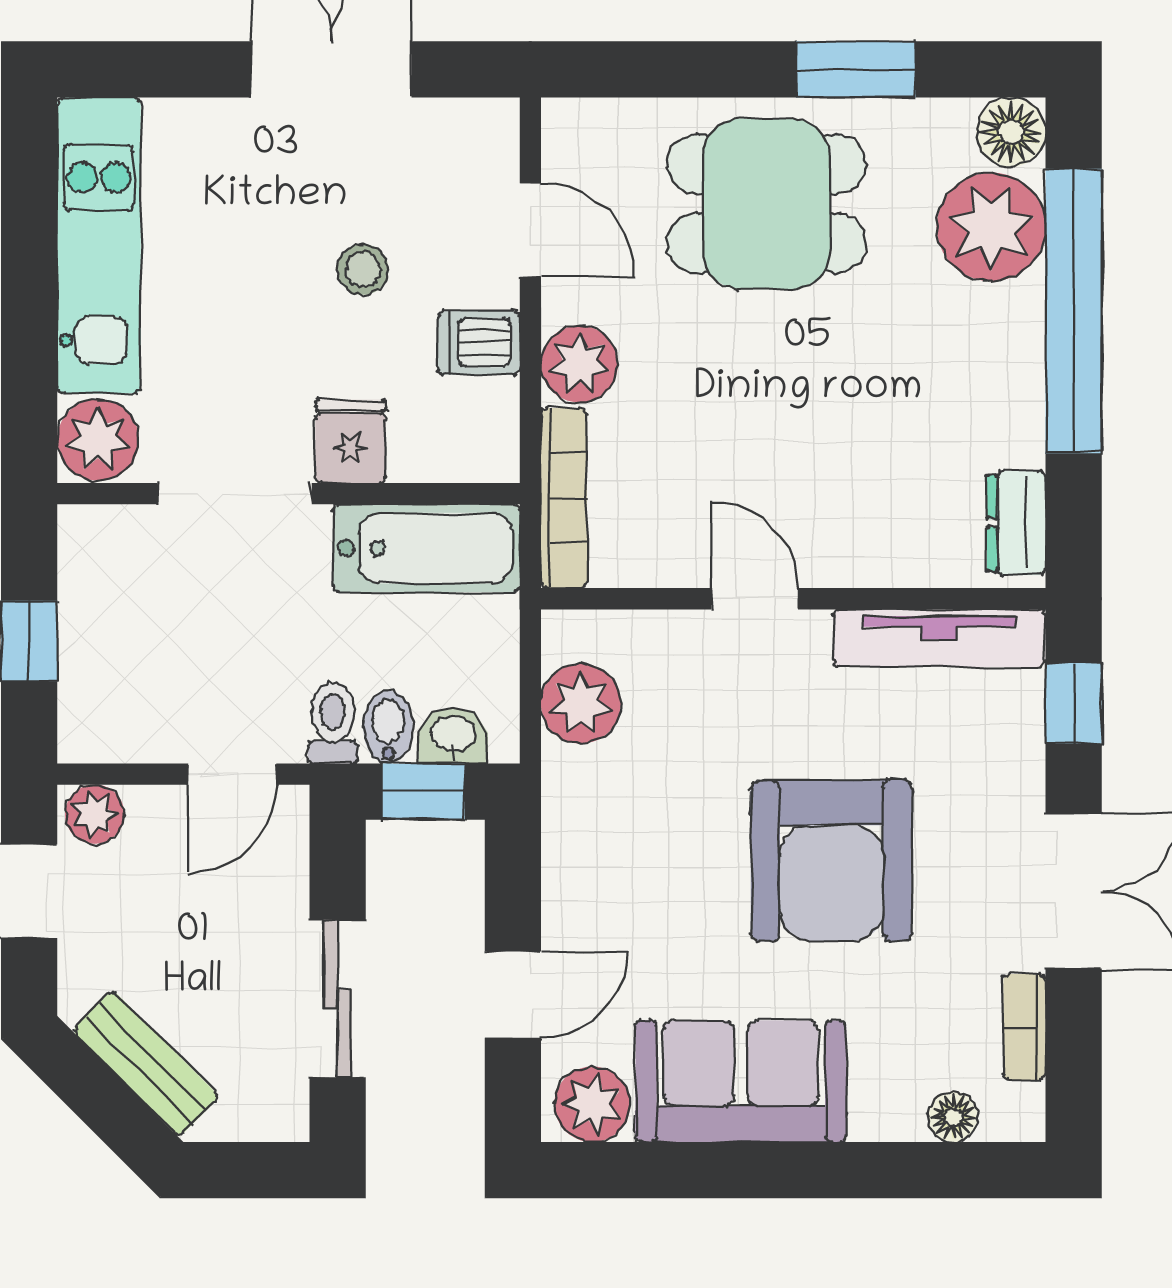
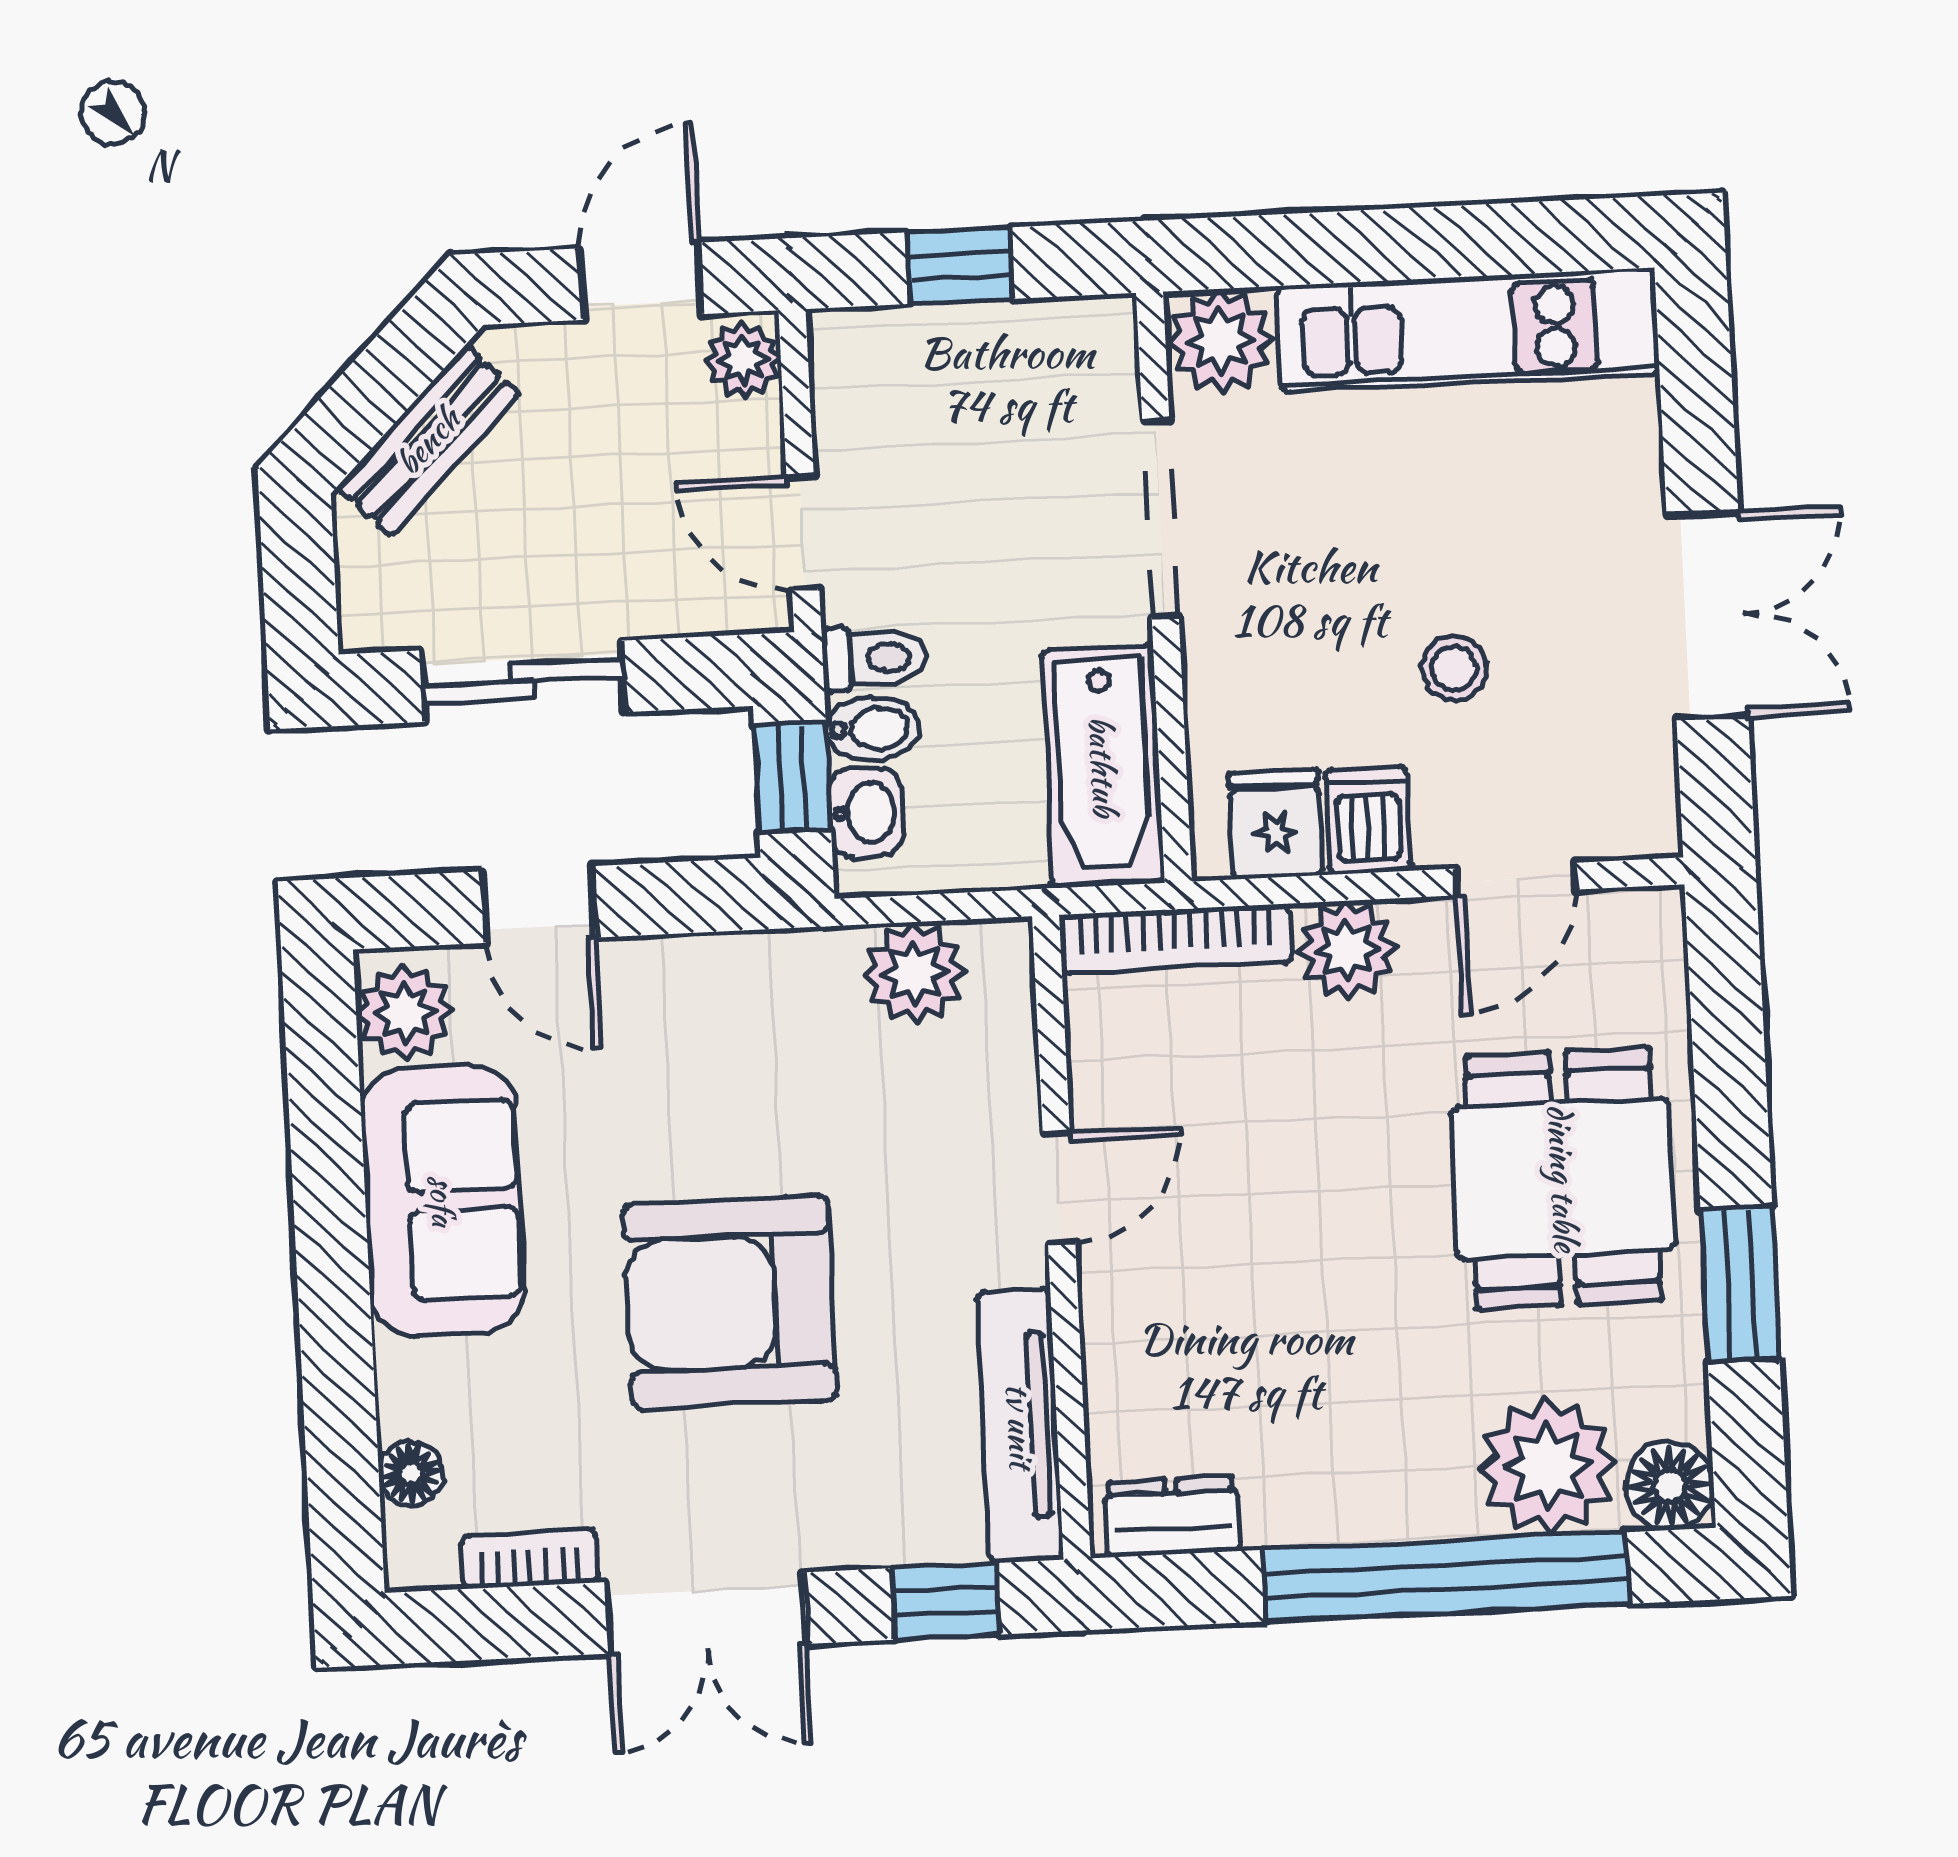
fridge: (350, 441) -> (1275, 824), moved, turned -90

